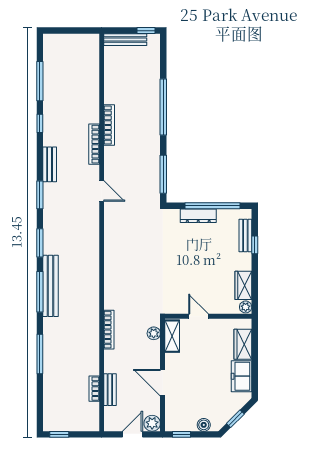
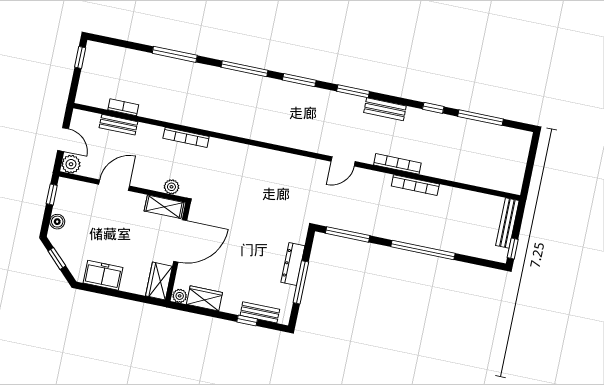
window: (212, 206) -> (301, 282), width x0.68
bench: (51, 286) -> (249, 82), removed
door: (198, 316) -> (180, 241), width x1.87
wardrobe: (243, 344) -> (159, 281), moved, turned -90

